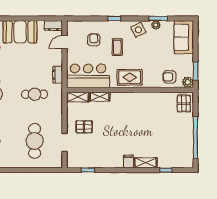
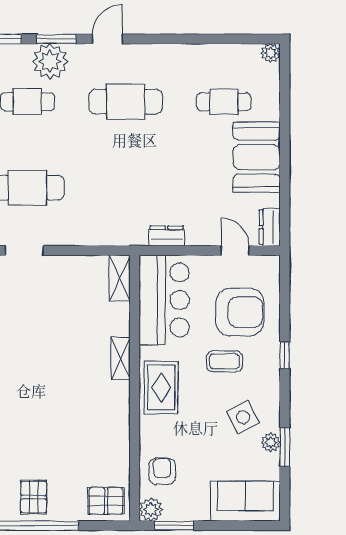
side table: (138, 30) -> (243, 417), moved
armchair: (94, 40) -> (240, 312), width x1.88, depth x1.88
cafe table: (35, 94) -> (126, 188), removed
shelving: (100, 97) -> (121, 359), moved
pallet: (84, 127) -> (34, 497), moved

